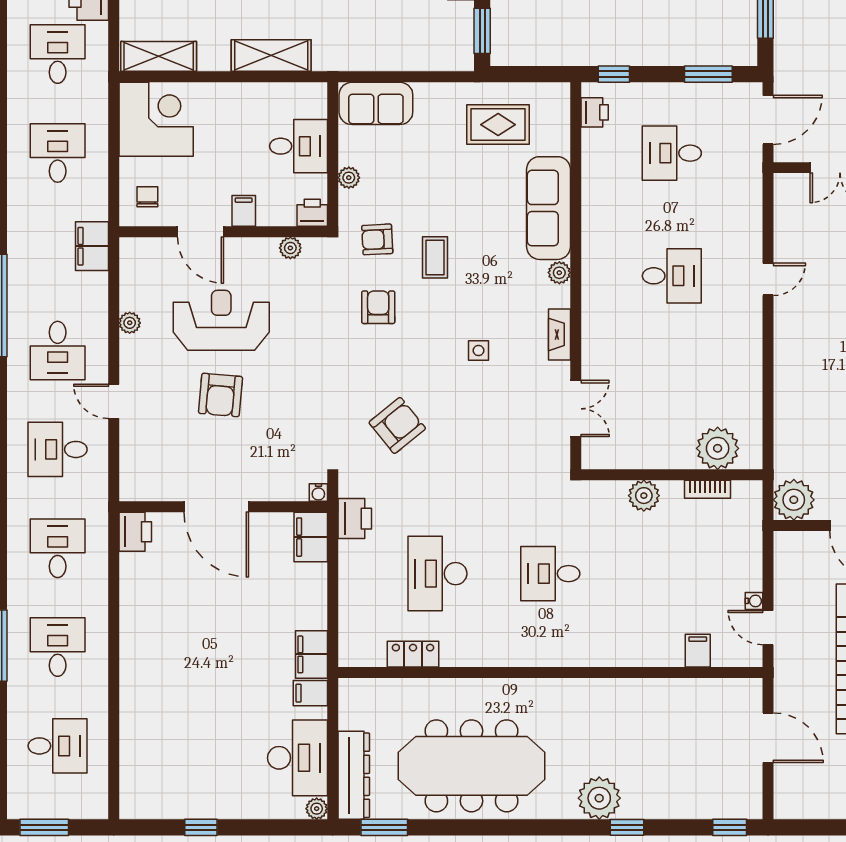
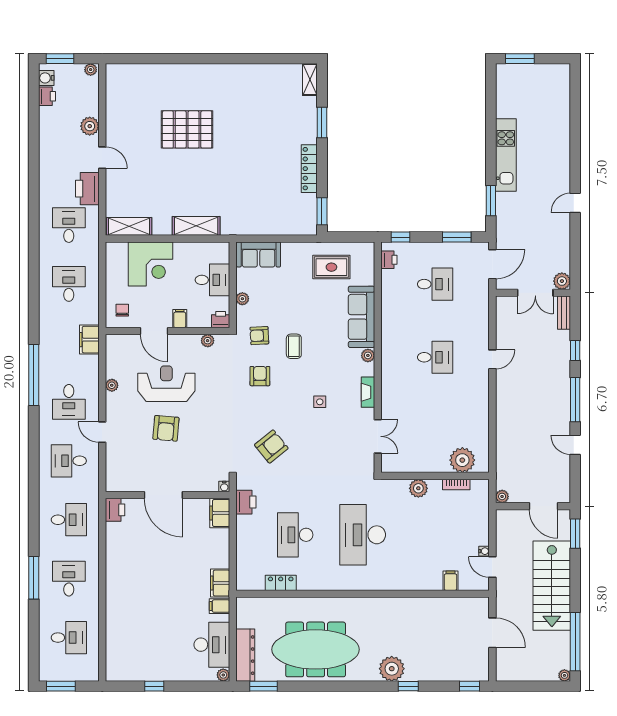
corner desk: (156, 119) -> (151, 264), moved, turned 90
desk: (672, 153) -> (435, 284), turned 180
plant: (794, 500) -> (502, 496), width x0.53, depth x0.53
desk: (58, 548) -> (69, 520), turned 90
desk: (550, 574) -> (363, 535), width x1.87, depth x1.30

